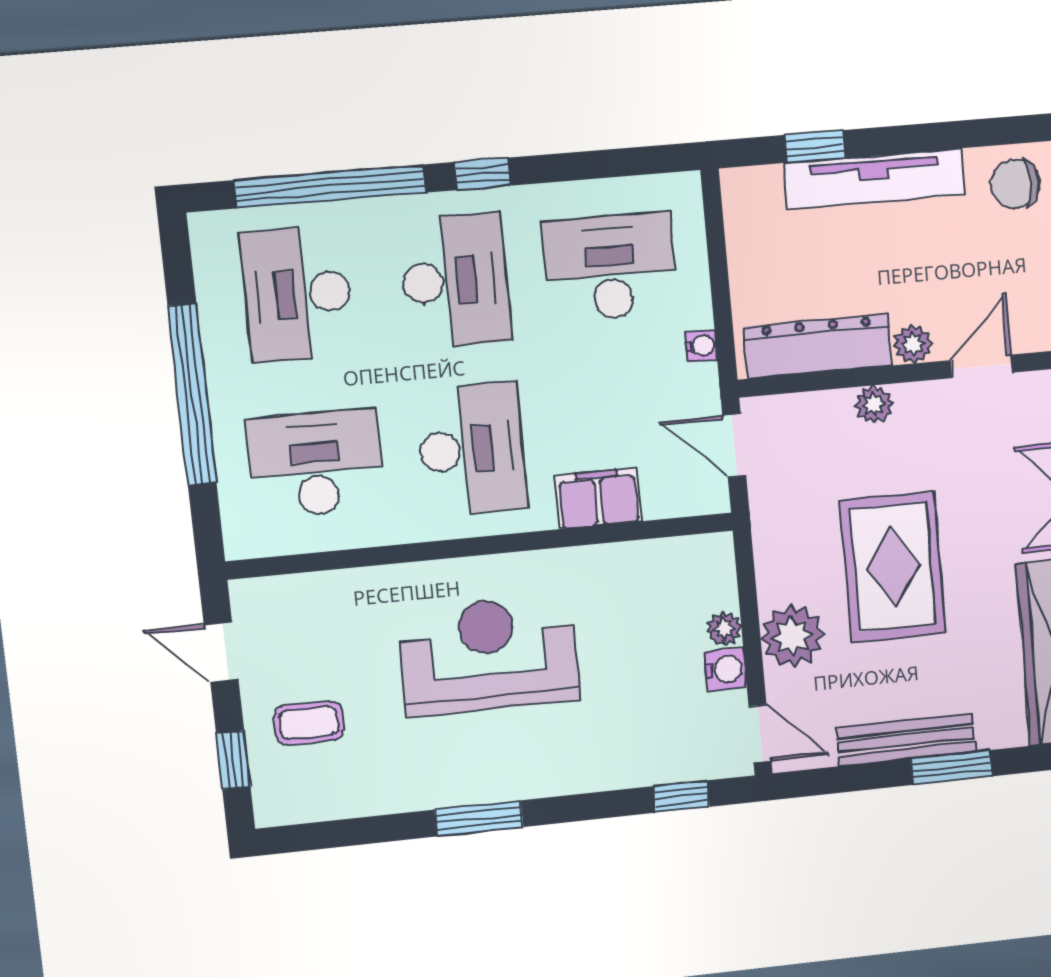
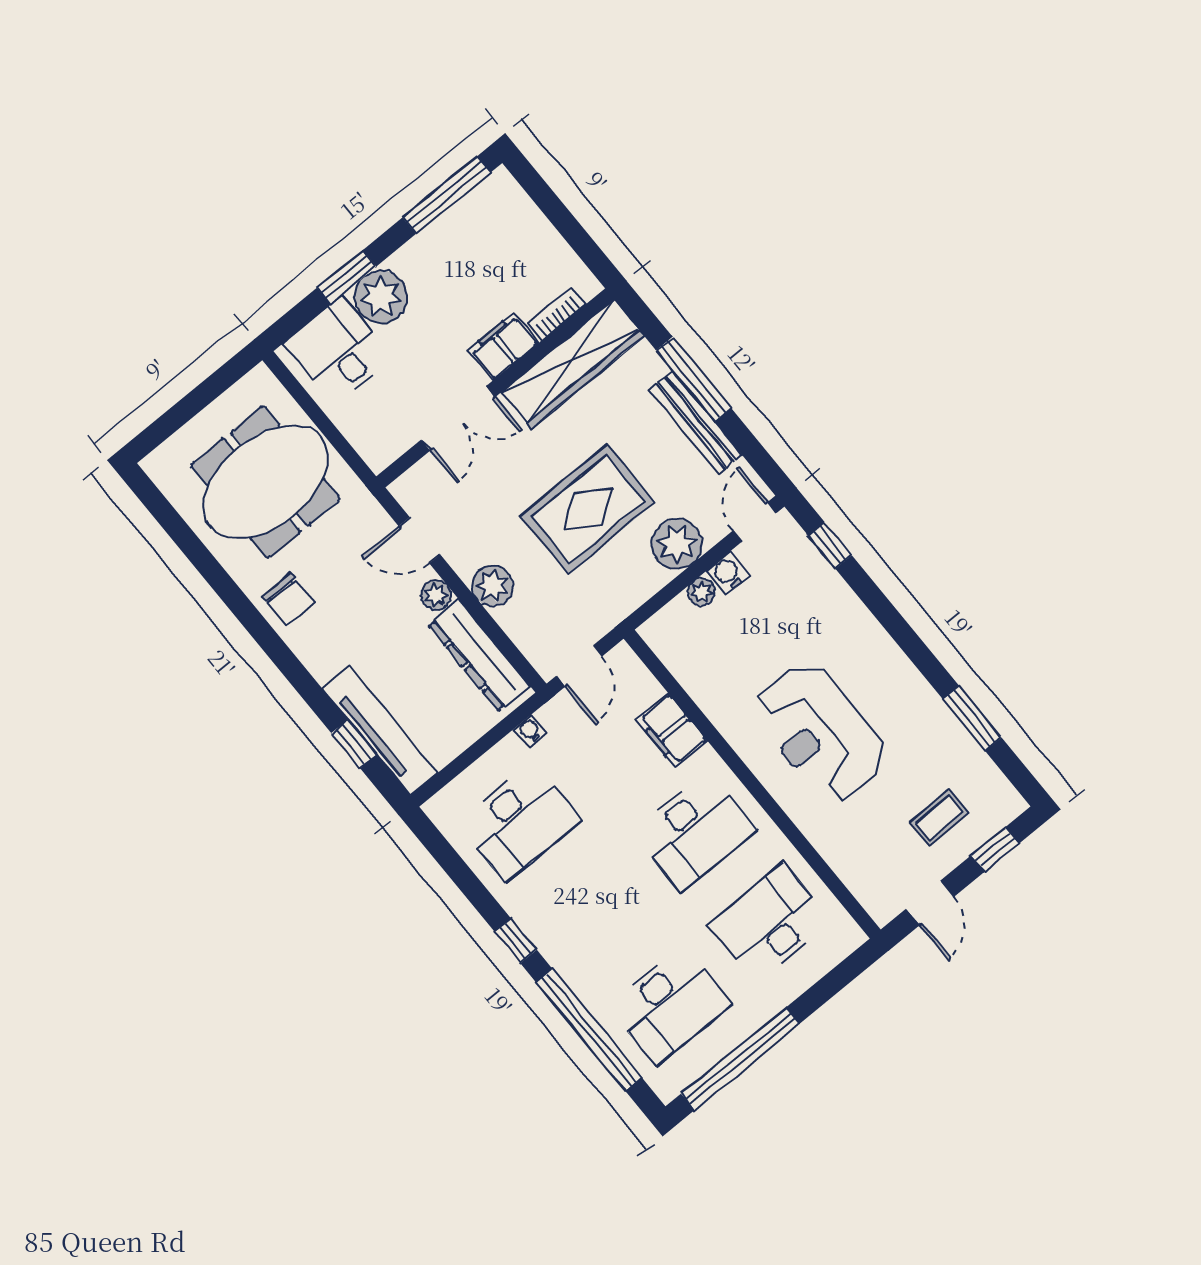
tv unit: (875, 179) -> (380, 731), moved
desk: (610, 267) -> (519, 822), turned -90
desk: (455, 281) -> (595, 914), removed
window: (192, 394) -> (740, 1059), moved
plant: (874, 405) -> (493, 586), width x1.38, depth x1.38
desk: (472, 449) -> (694, 832), turned 180
desk: (315, 464) -> (770, 923), turned 90
coffee table: (309, 723) -> (939, 818), turned 90
window: (951, 768) -> (694, 379), width x1.44
window: (479, 818) -> (972, 718), moved

